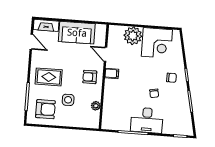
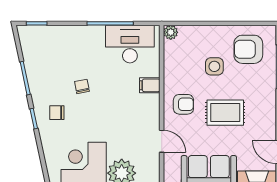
filing cabinet: (112, 73) -> (150, 85), moved
rug: (49, 77) -> (225, 113), moved
plant: (96, 106) -> (171, 32), moved
desk: (147, 120) -> (130, 44), moved

